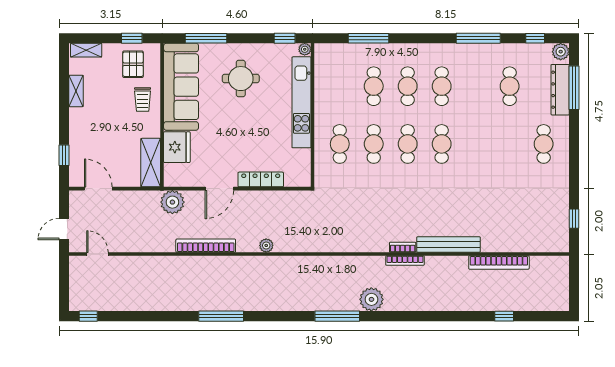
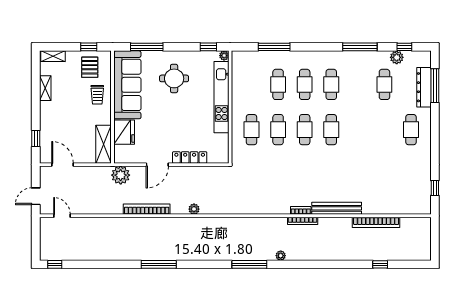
plant: (561, 52) -> (397, 57), moved
plant: (371, 299) -> (281, 256), width x0.53, depth x0.53

